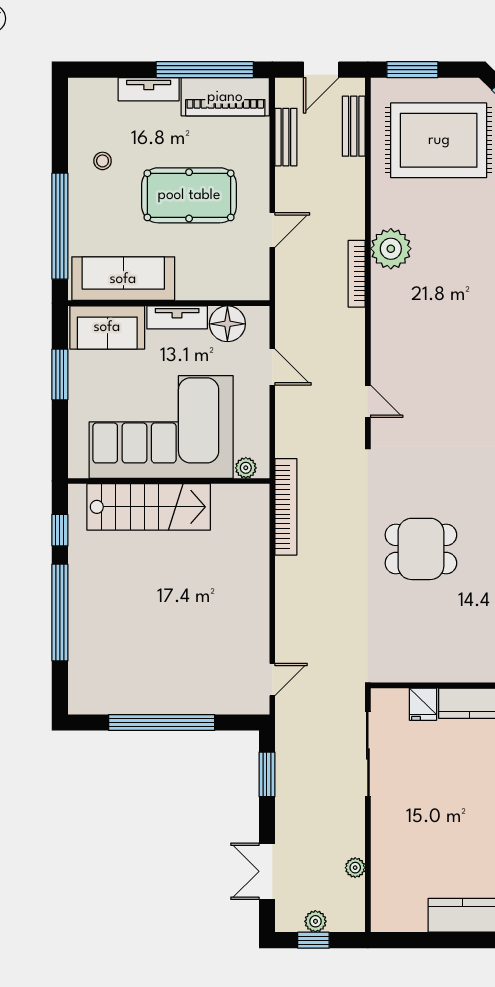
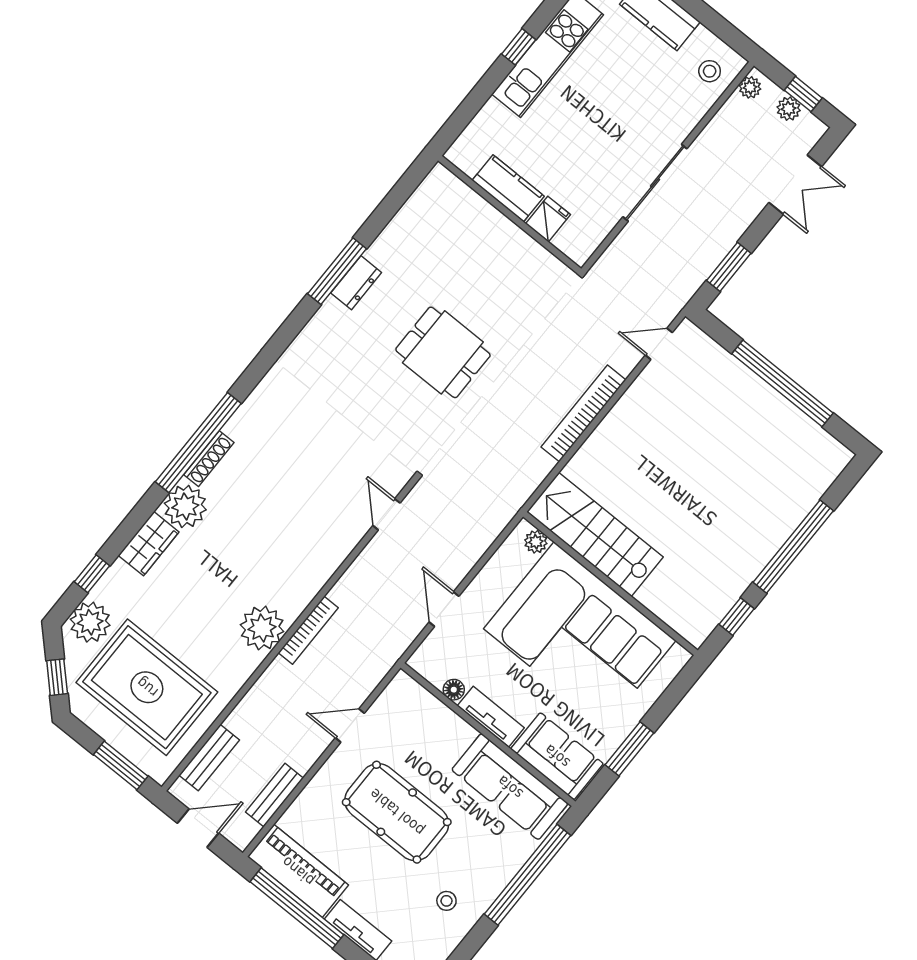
floor lamp: (227, 324) -> (454, 690), width x0.53, depth x0.53
stairs: (149, 507) -> (595, 535), moved
bookcase: (286, 507) -> (583, 413), moved
sliding door: (368, 754) -> (655, 183), moved
plant: (355, 868) -> (750, 87), moved
stool: (393, 903) -> (710, 71), added

